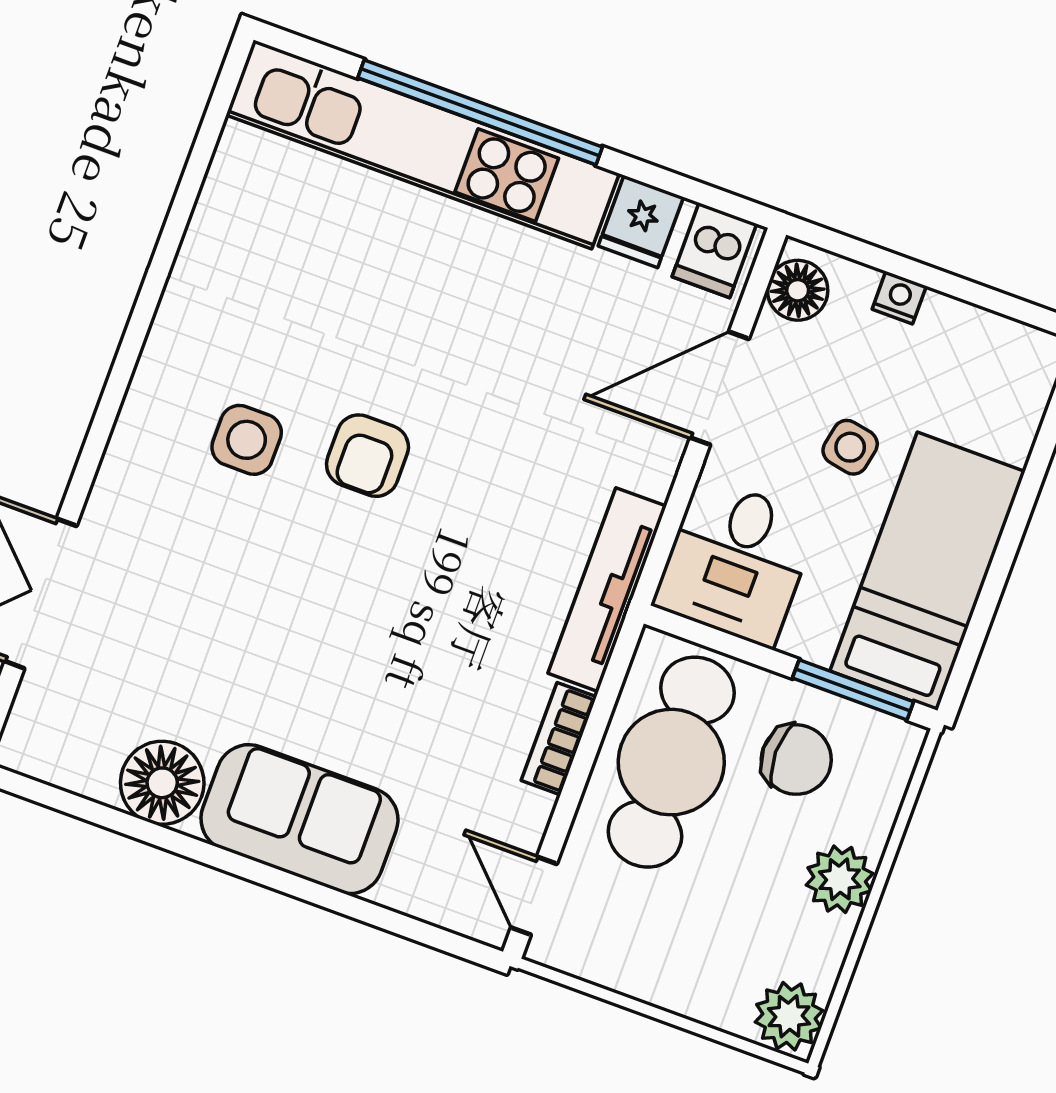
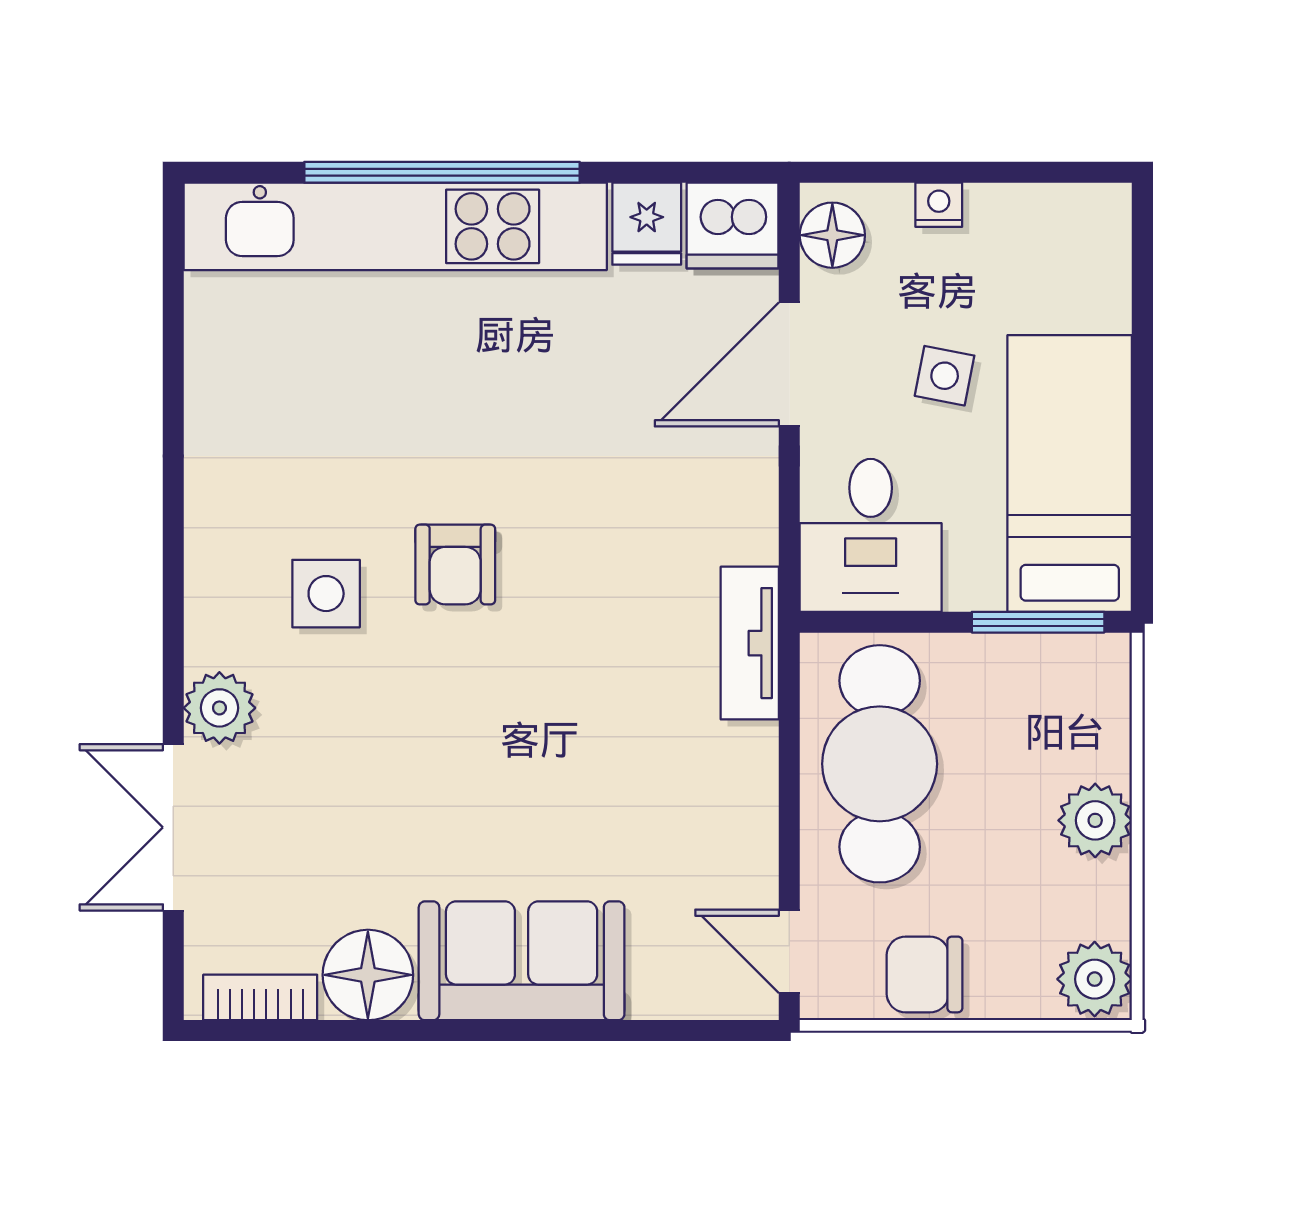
dishwasher: (714, 250) -> (733, 226), width x1.38
plant: (118, 505) -> (219, 708), added
tv unit: (607, 590) -> (750, 643), width x0.71
bookcase: (559, 739) -> (260, 997), moved, turned 90
chair: (796, 760) -> (925, 974), moved, turned 180

